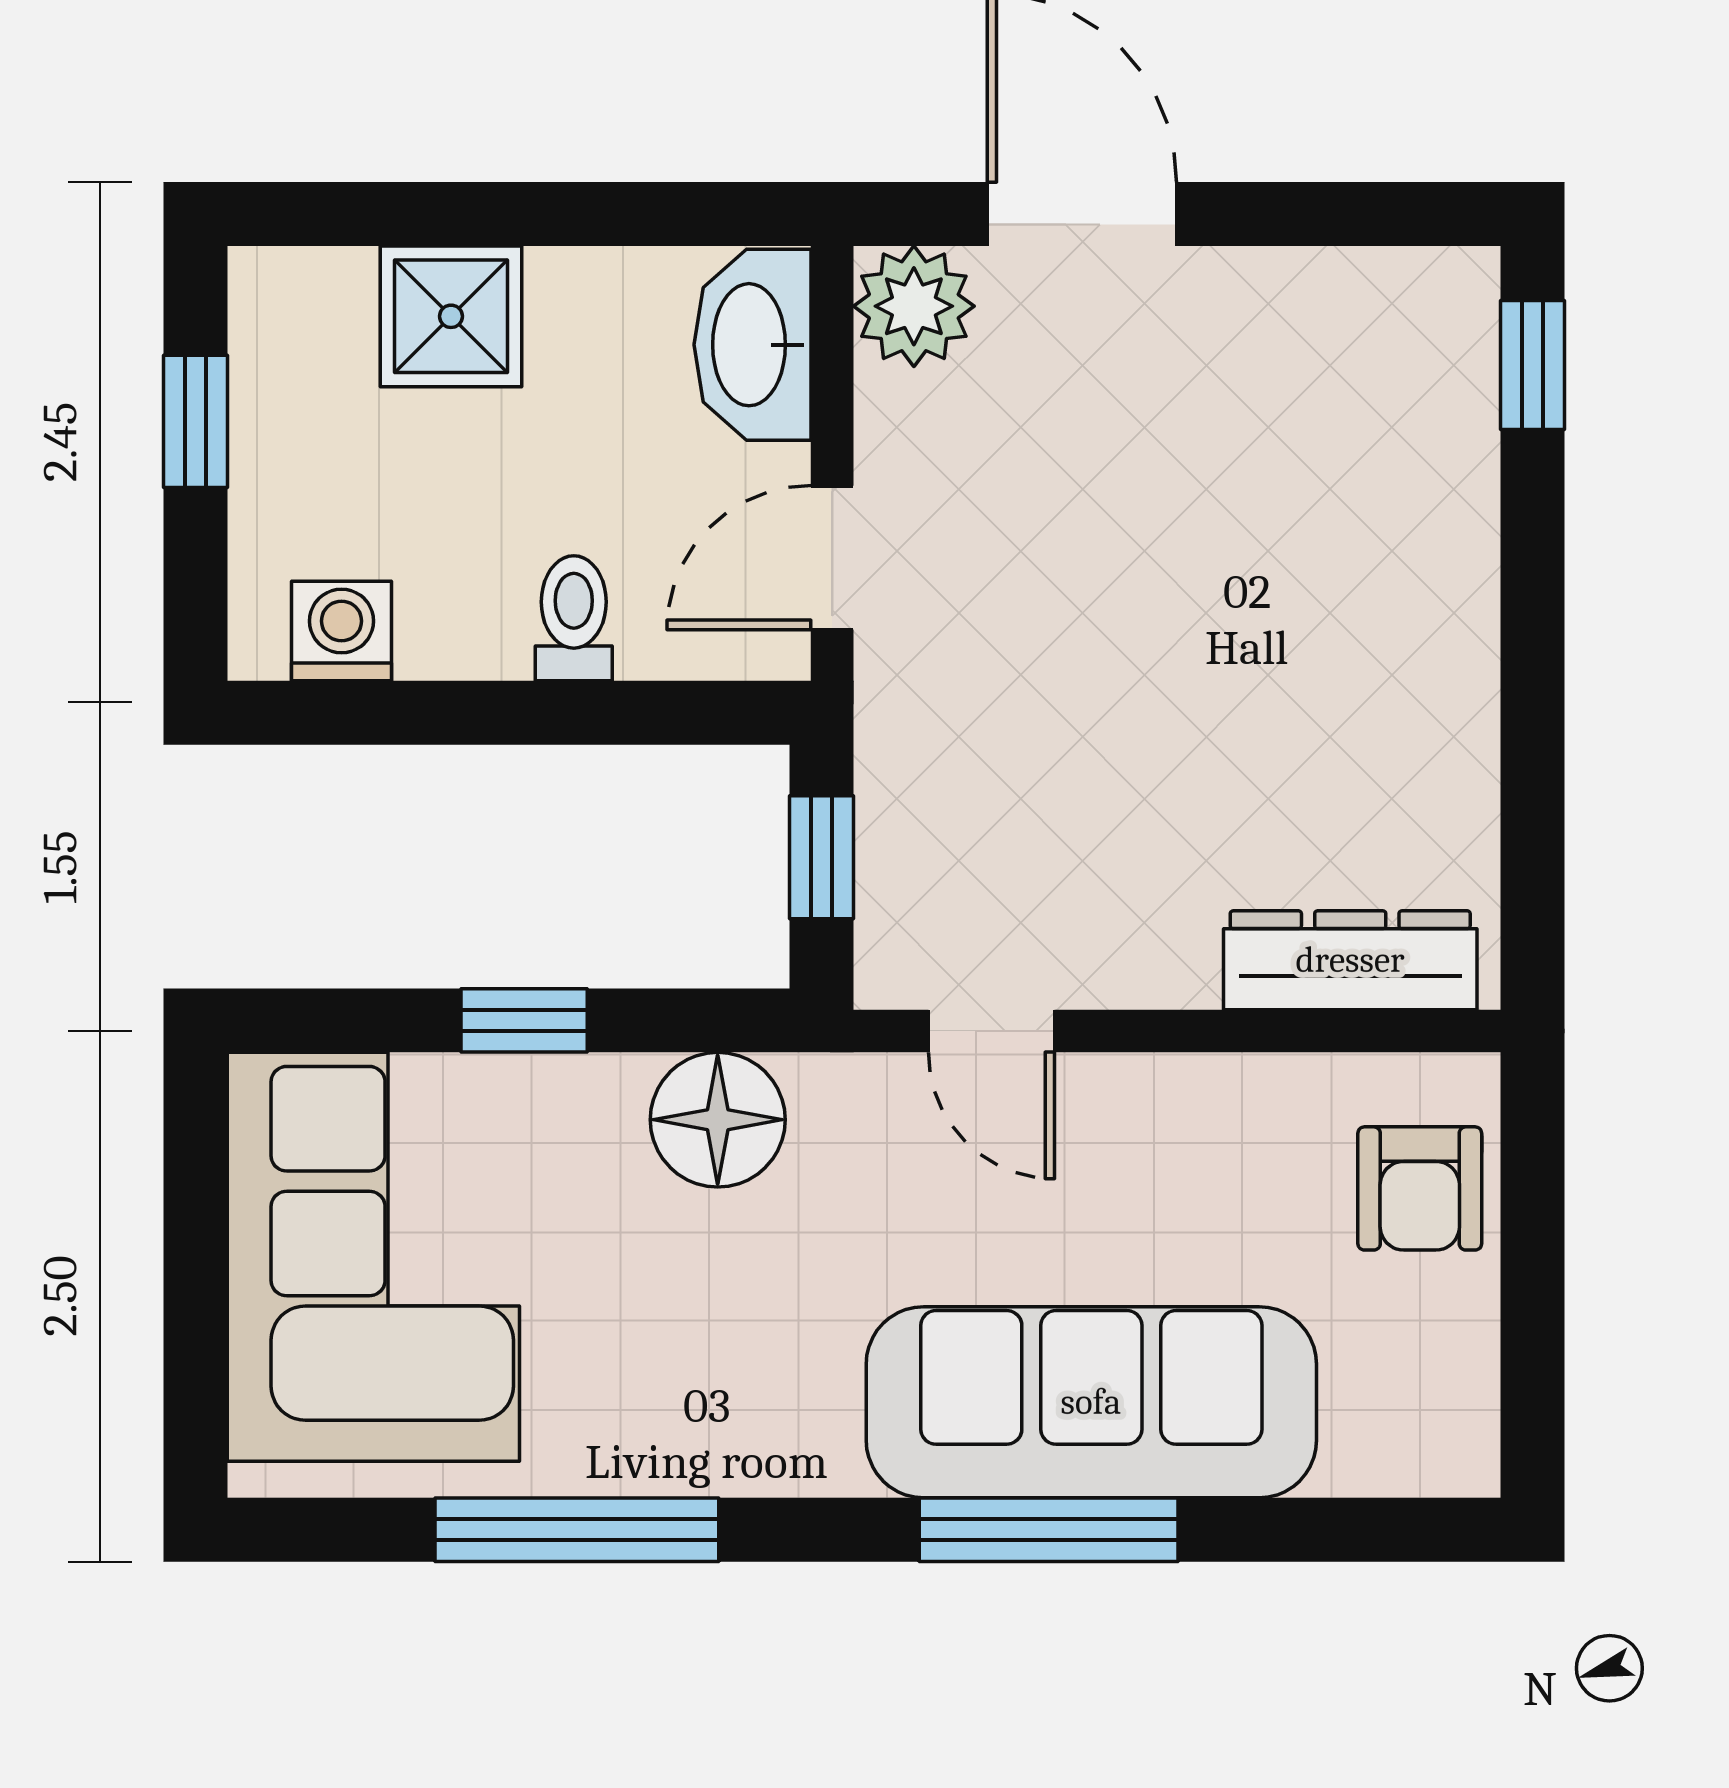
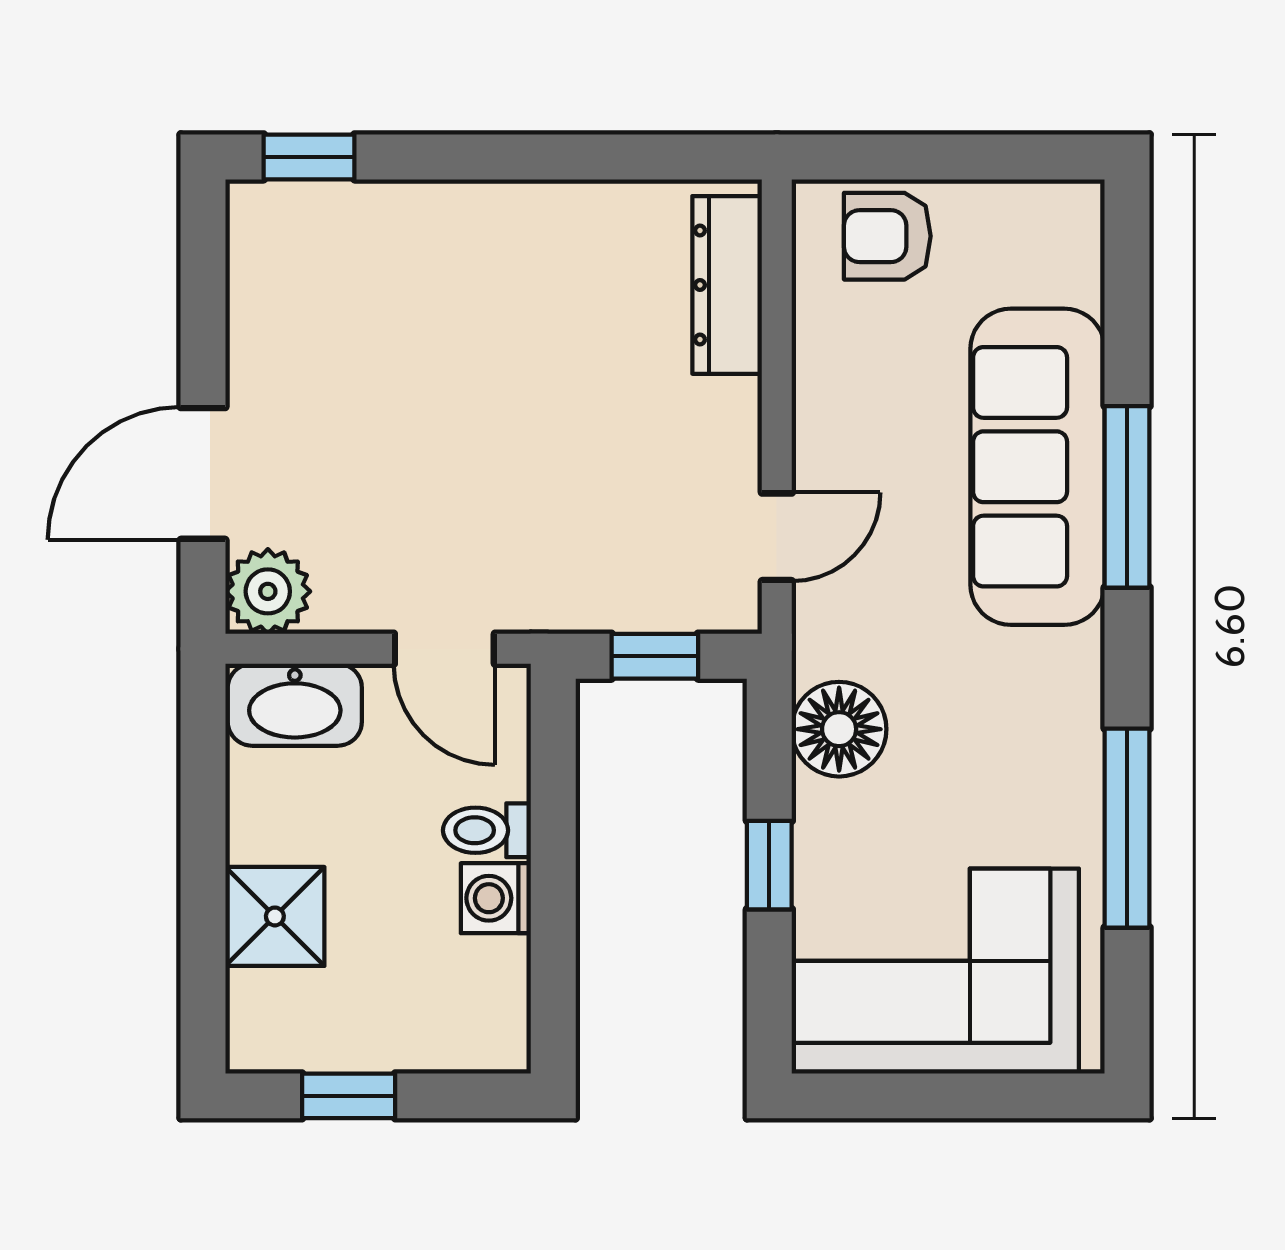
washing machine: (342, 631) -> (496, 898), moved
armchair: (1420, 1188) -> (887, 236), turned 180

